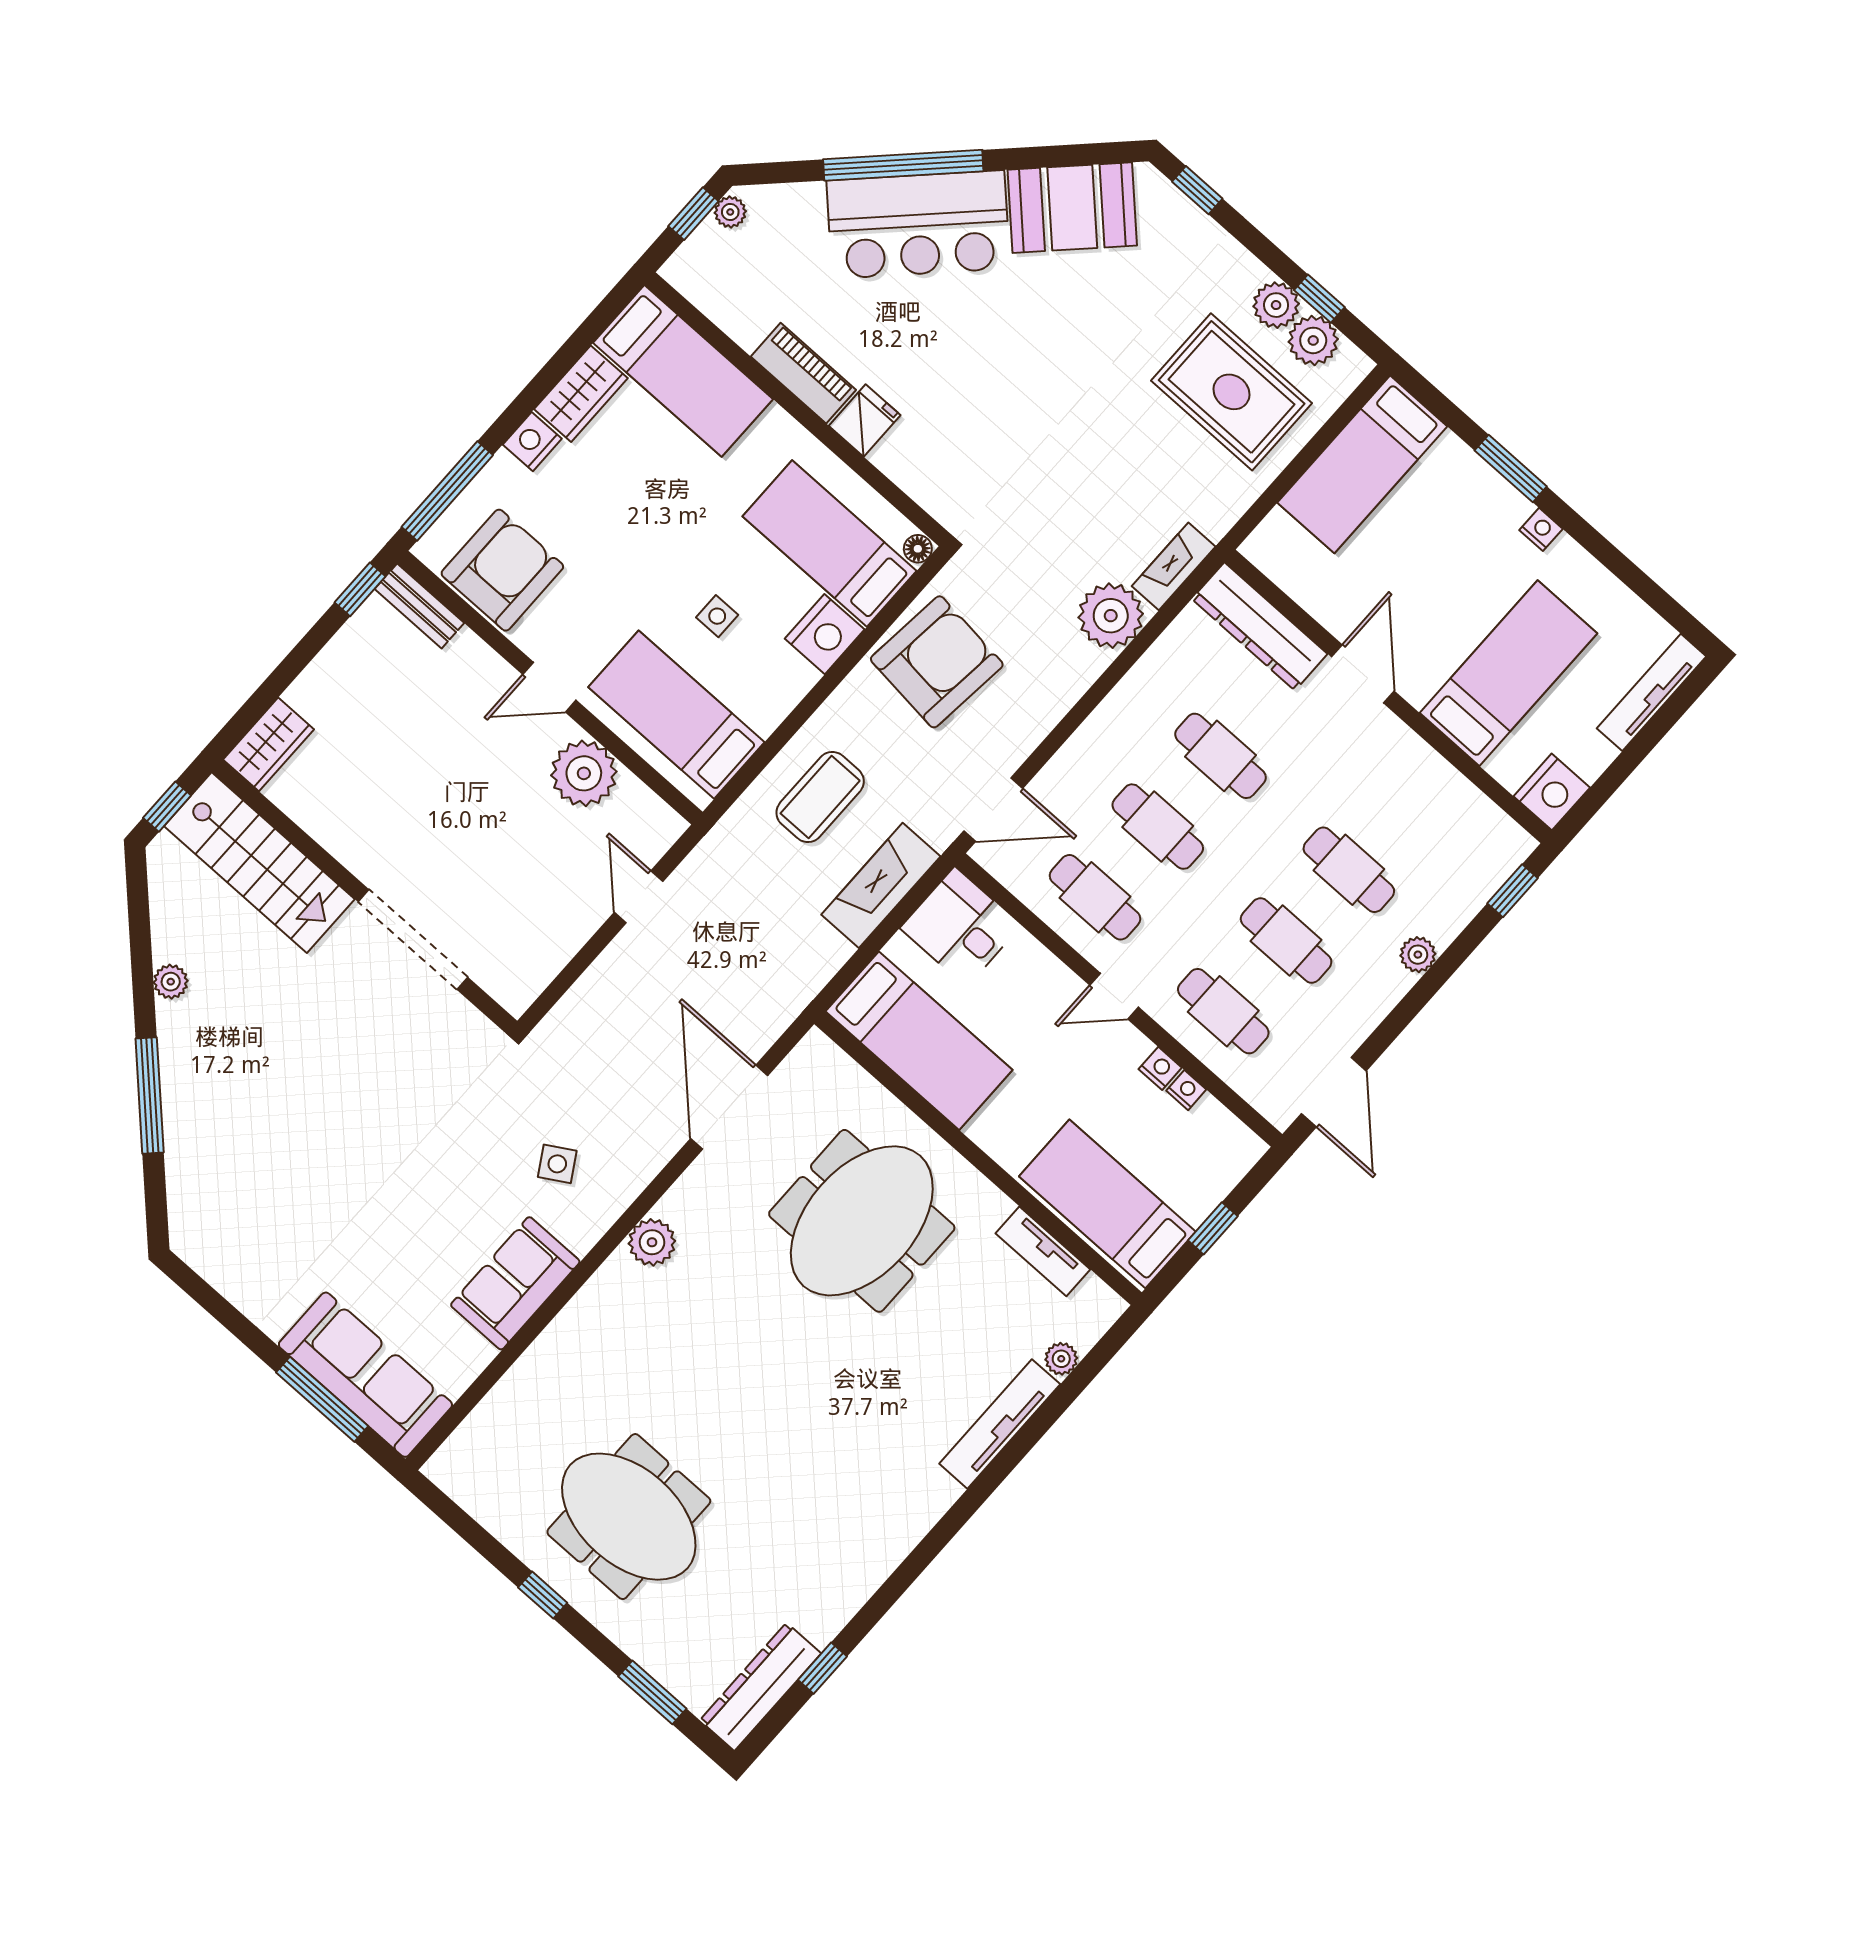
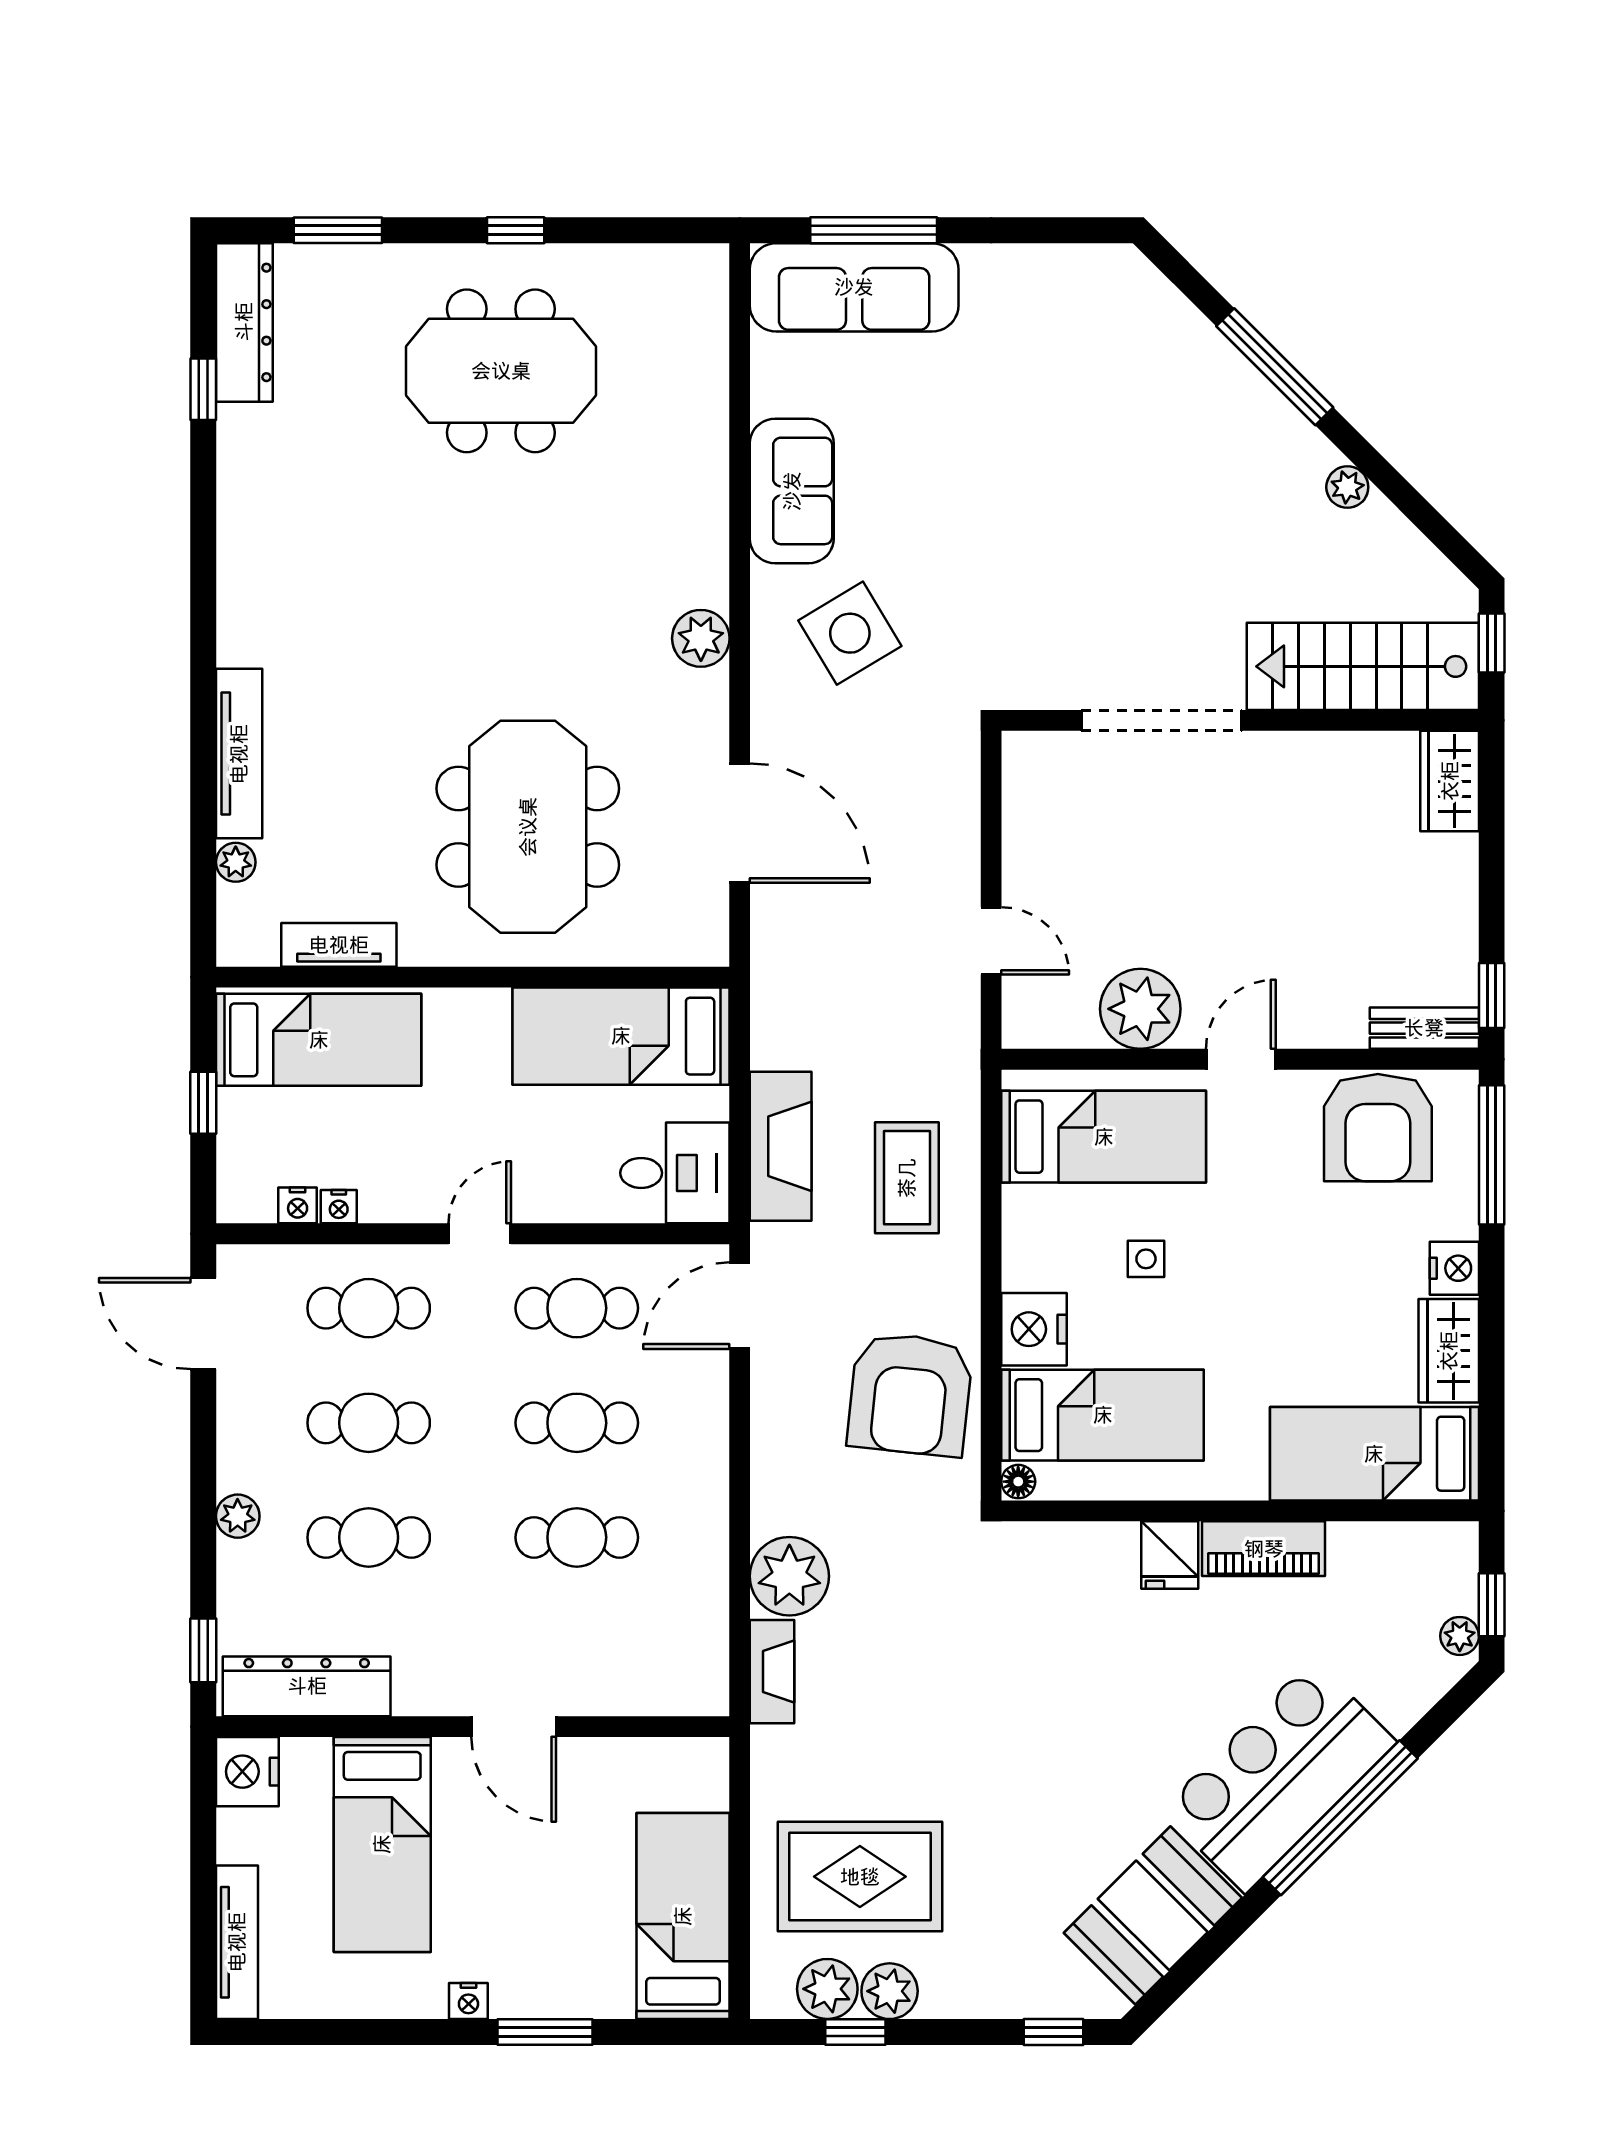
dresser: (1260, 626) -> (307, 1686), moved
nightstand: (1160, 1068) -> (298, 1205), moved
side table: (557, 1164) -> (850, 633), width x1.87, depth x1.87

